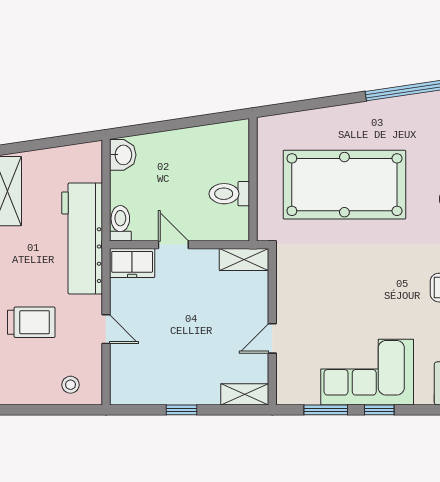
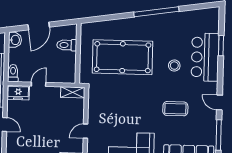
door: (171, 125) -> (39, 26), added
toilet: (229, 194) -> (67, 45), moved
door: (173, 245) -> (39, 84), hinge flipped

